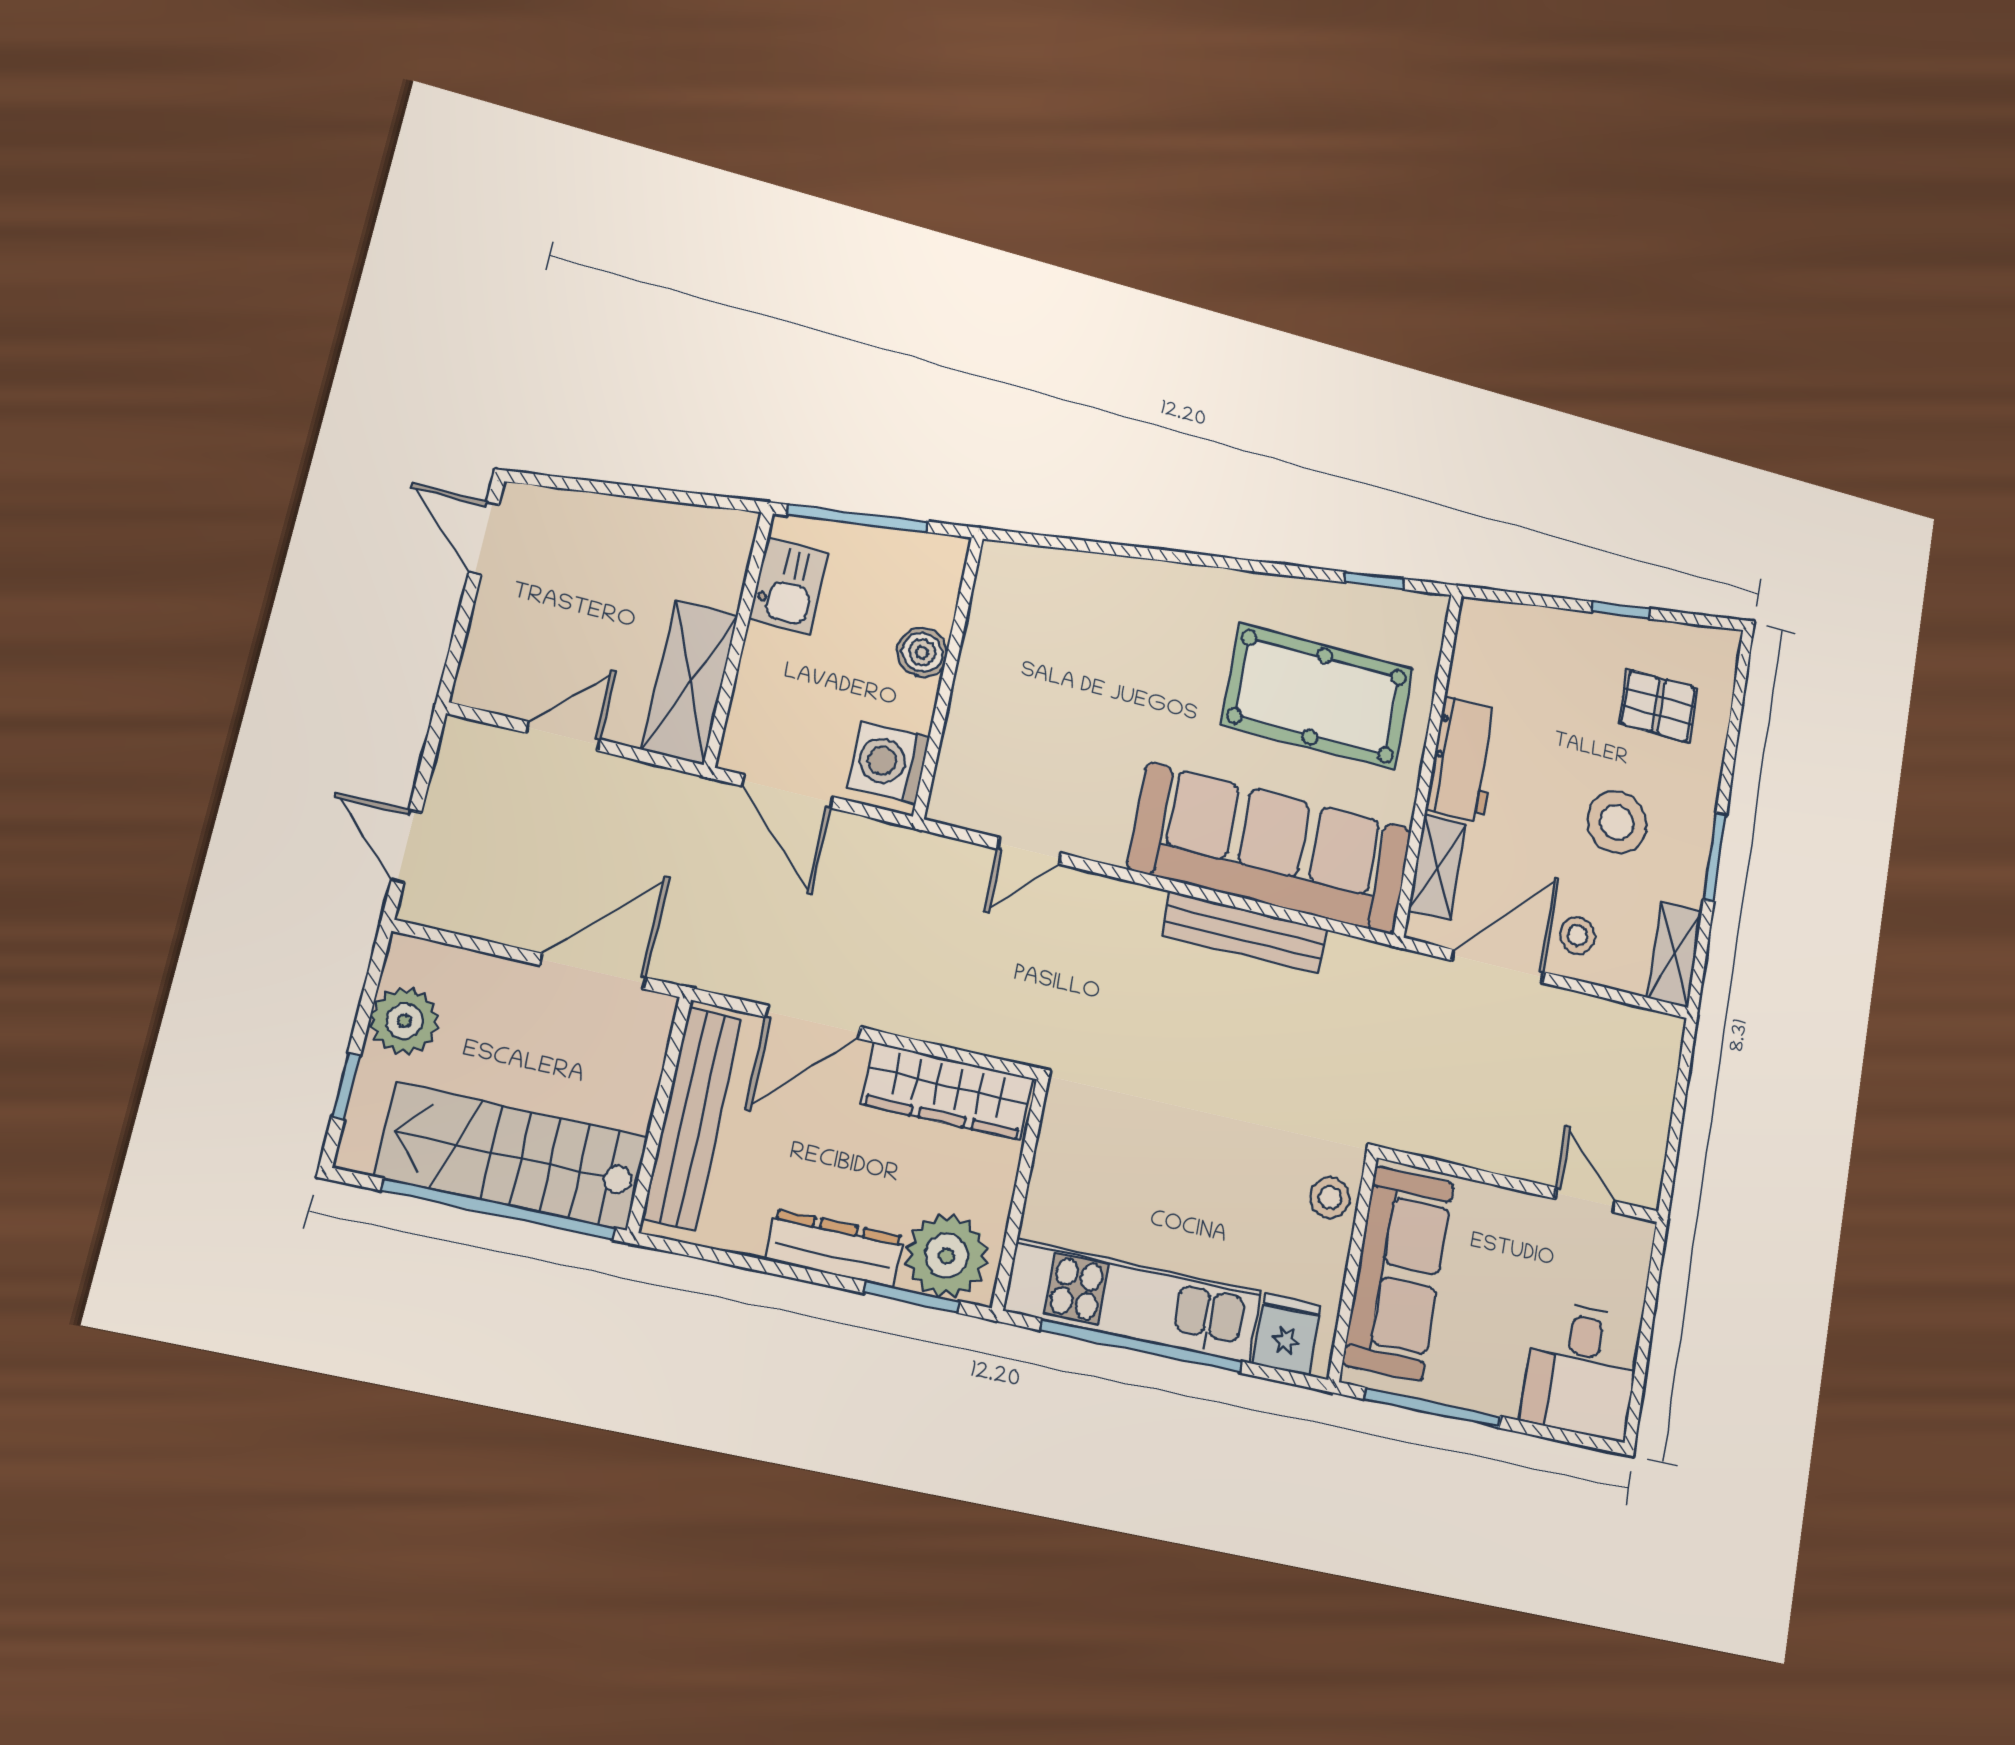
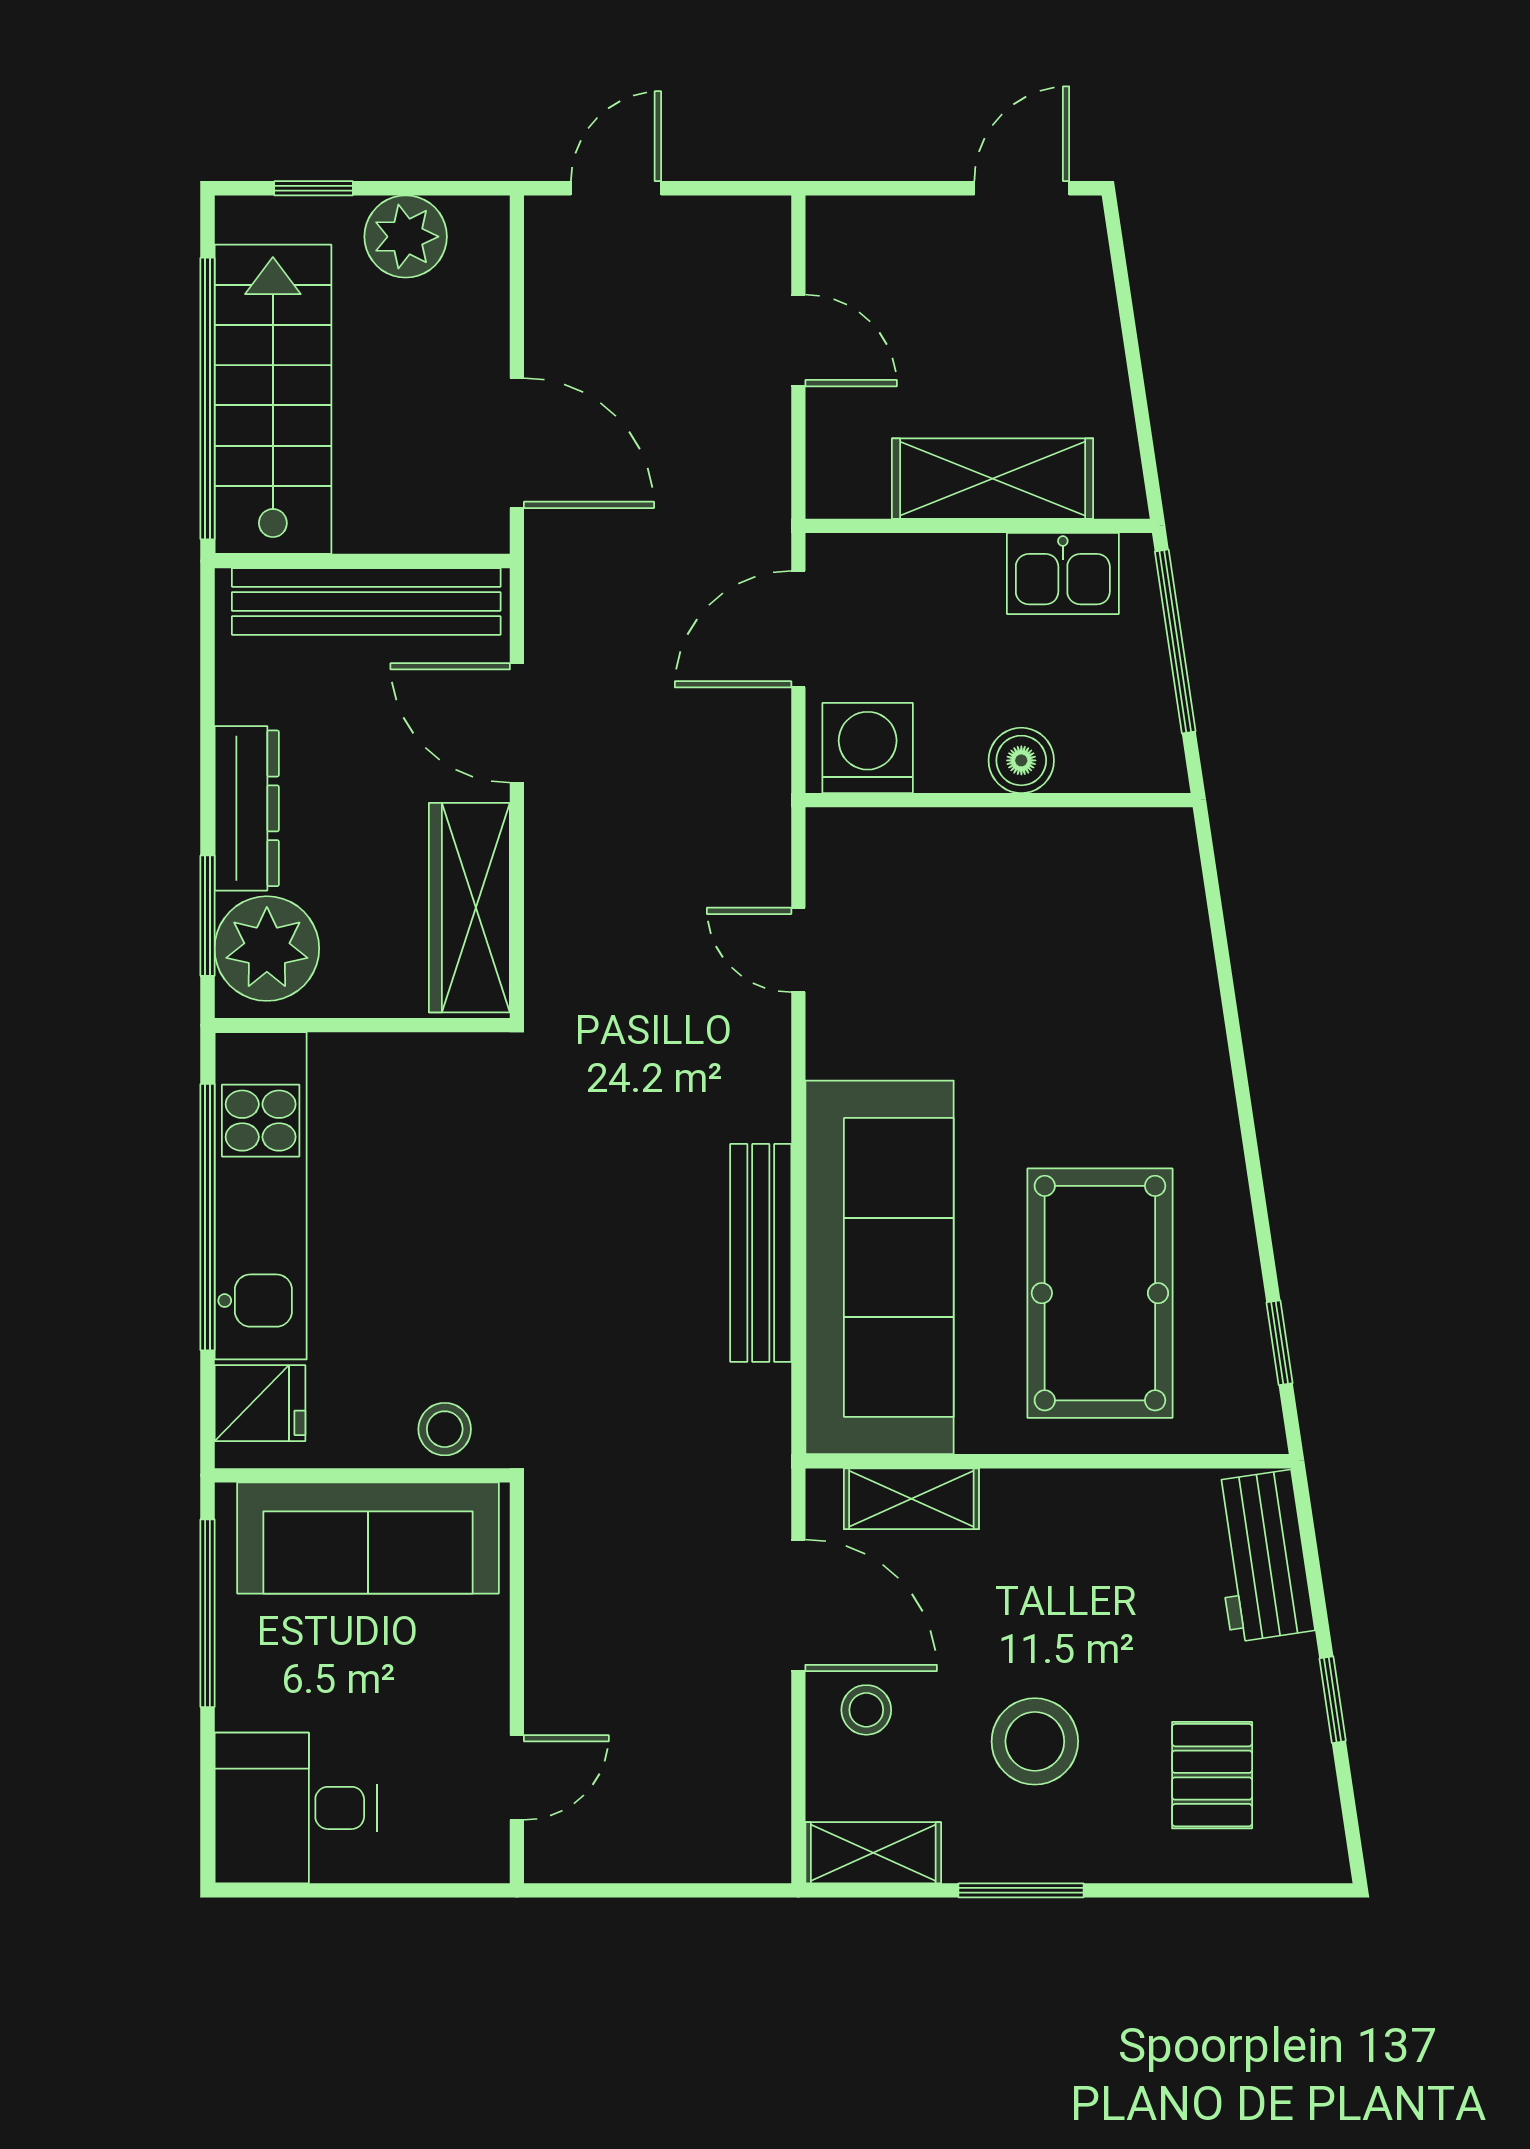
shelving: (690, 682) -> (993, 479), moved
workbench: (1464, 760) -> (1262, 1556), moved, turned 82

